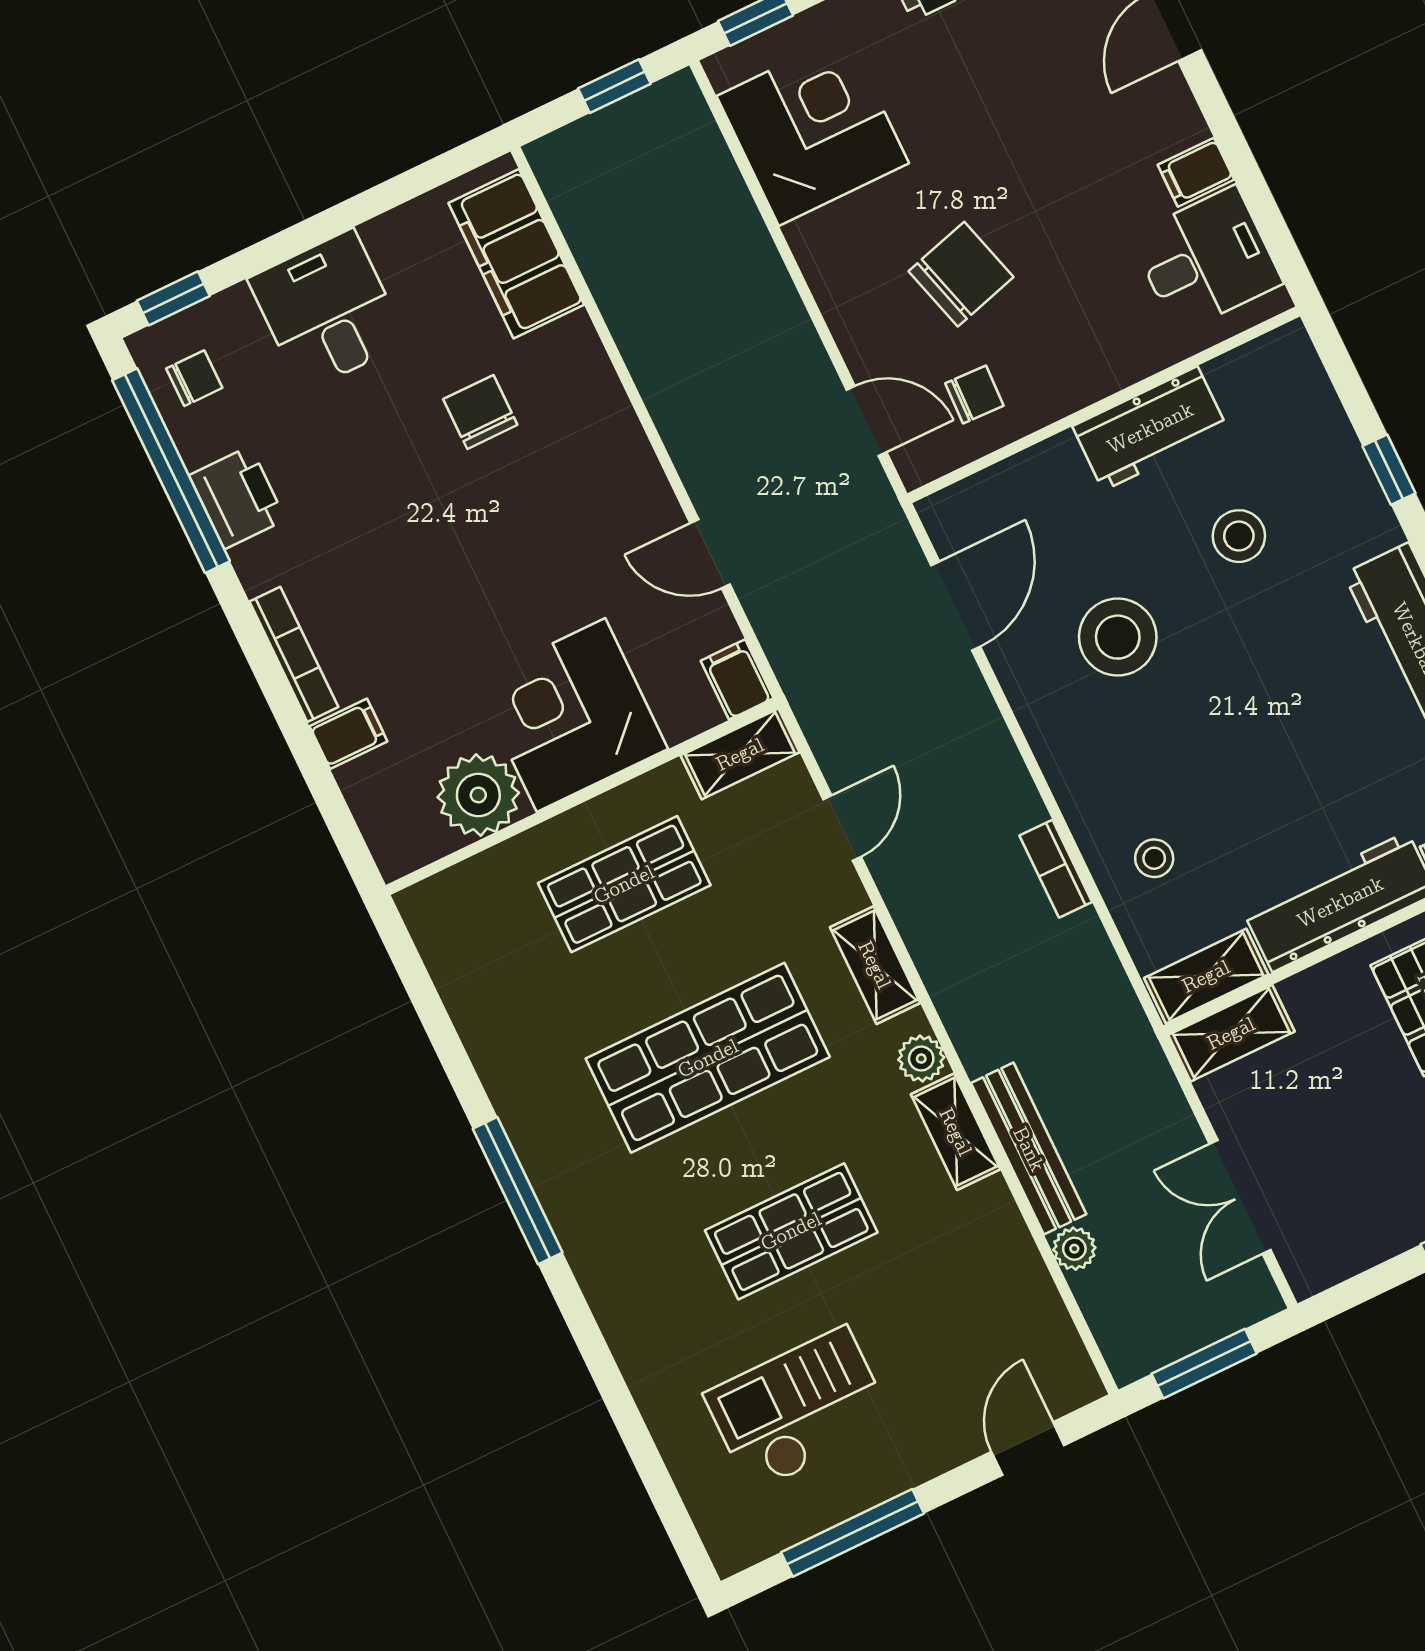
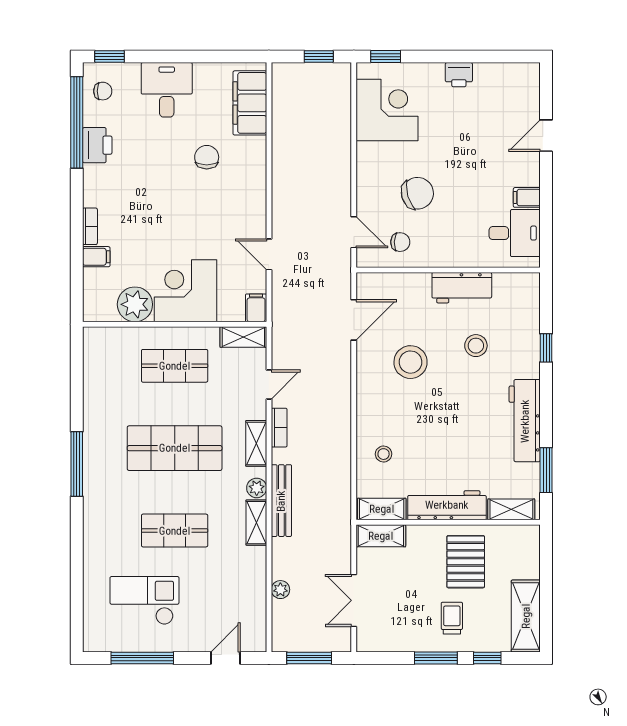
bookcase: (294, 654) -> (90, 226), width x0.64
bookcase: (1056, 869) -> (279, 428), moved, turned 180
bench: (1029, 1149) -> (281, 501), moved

